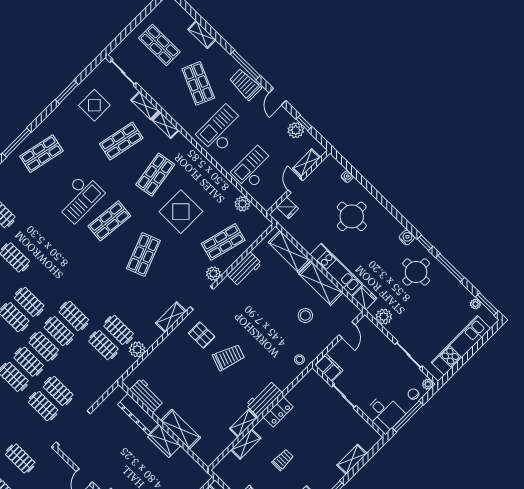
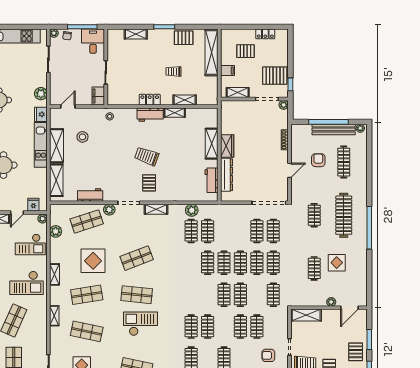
shelving: (145, 106) -> (55, 274), moved
plant: (266, 204) -> (43, 219), added
clothes rail: (30, 242) -> (191, 327), added
shop shelf: (223, 242) -> (87, 221), turned -33

